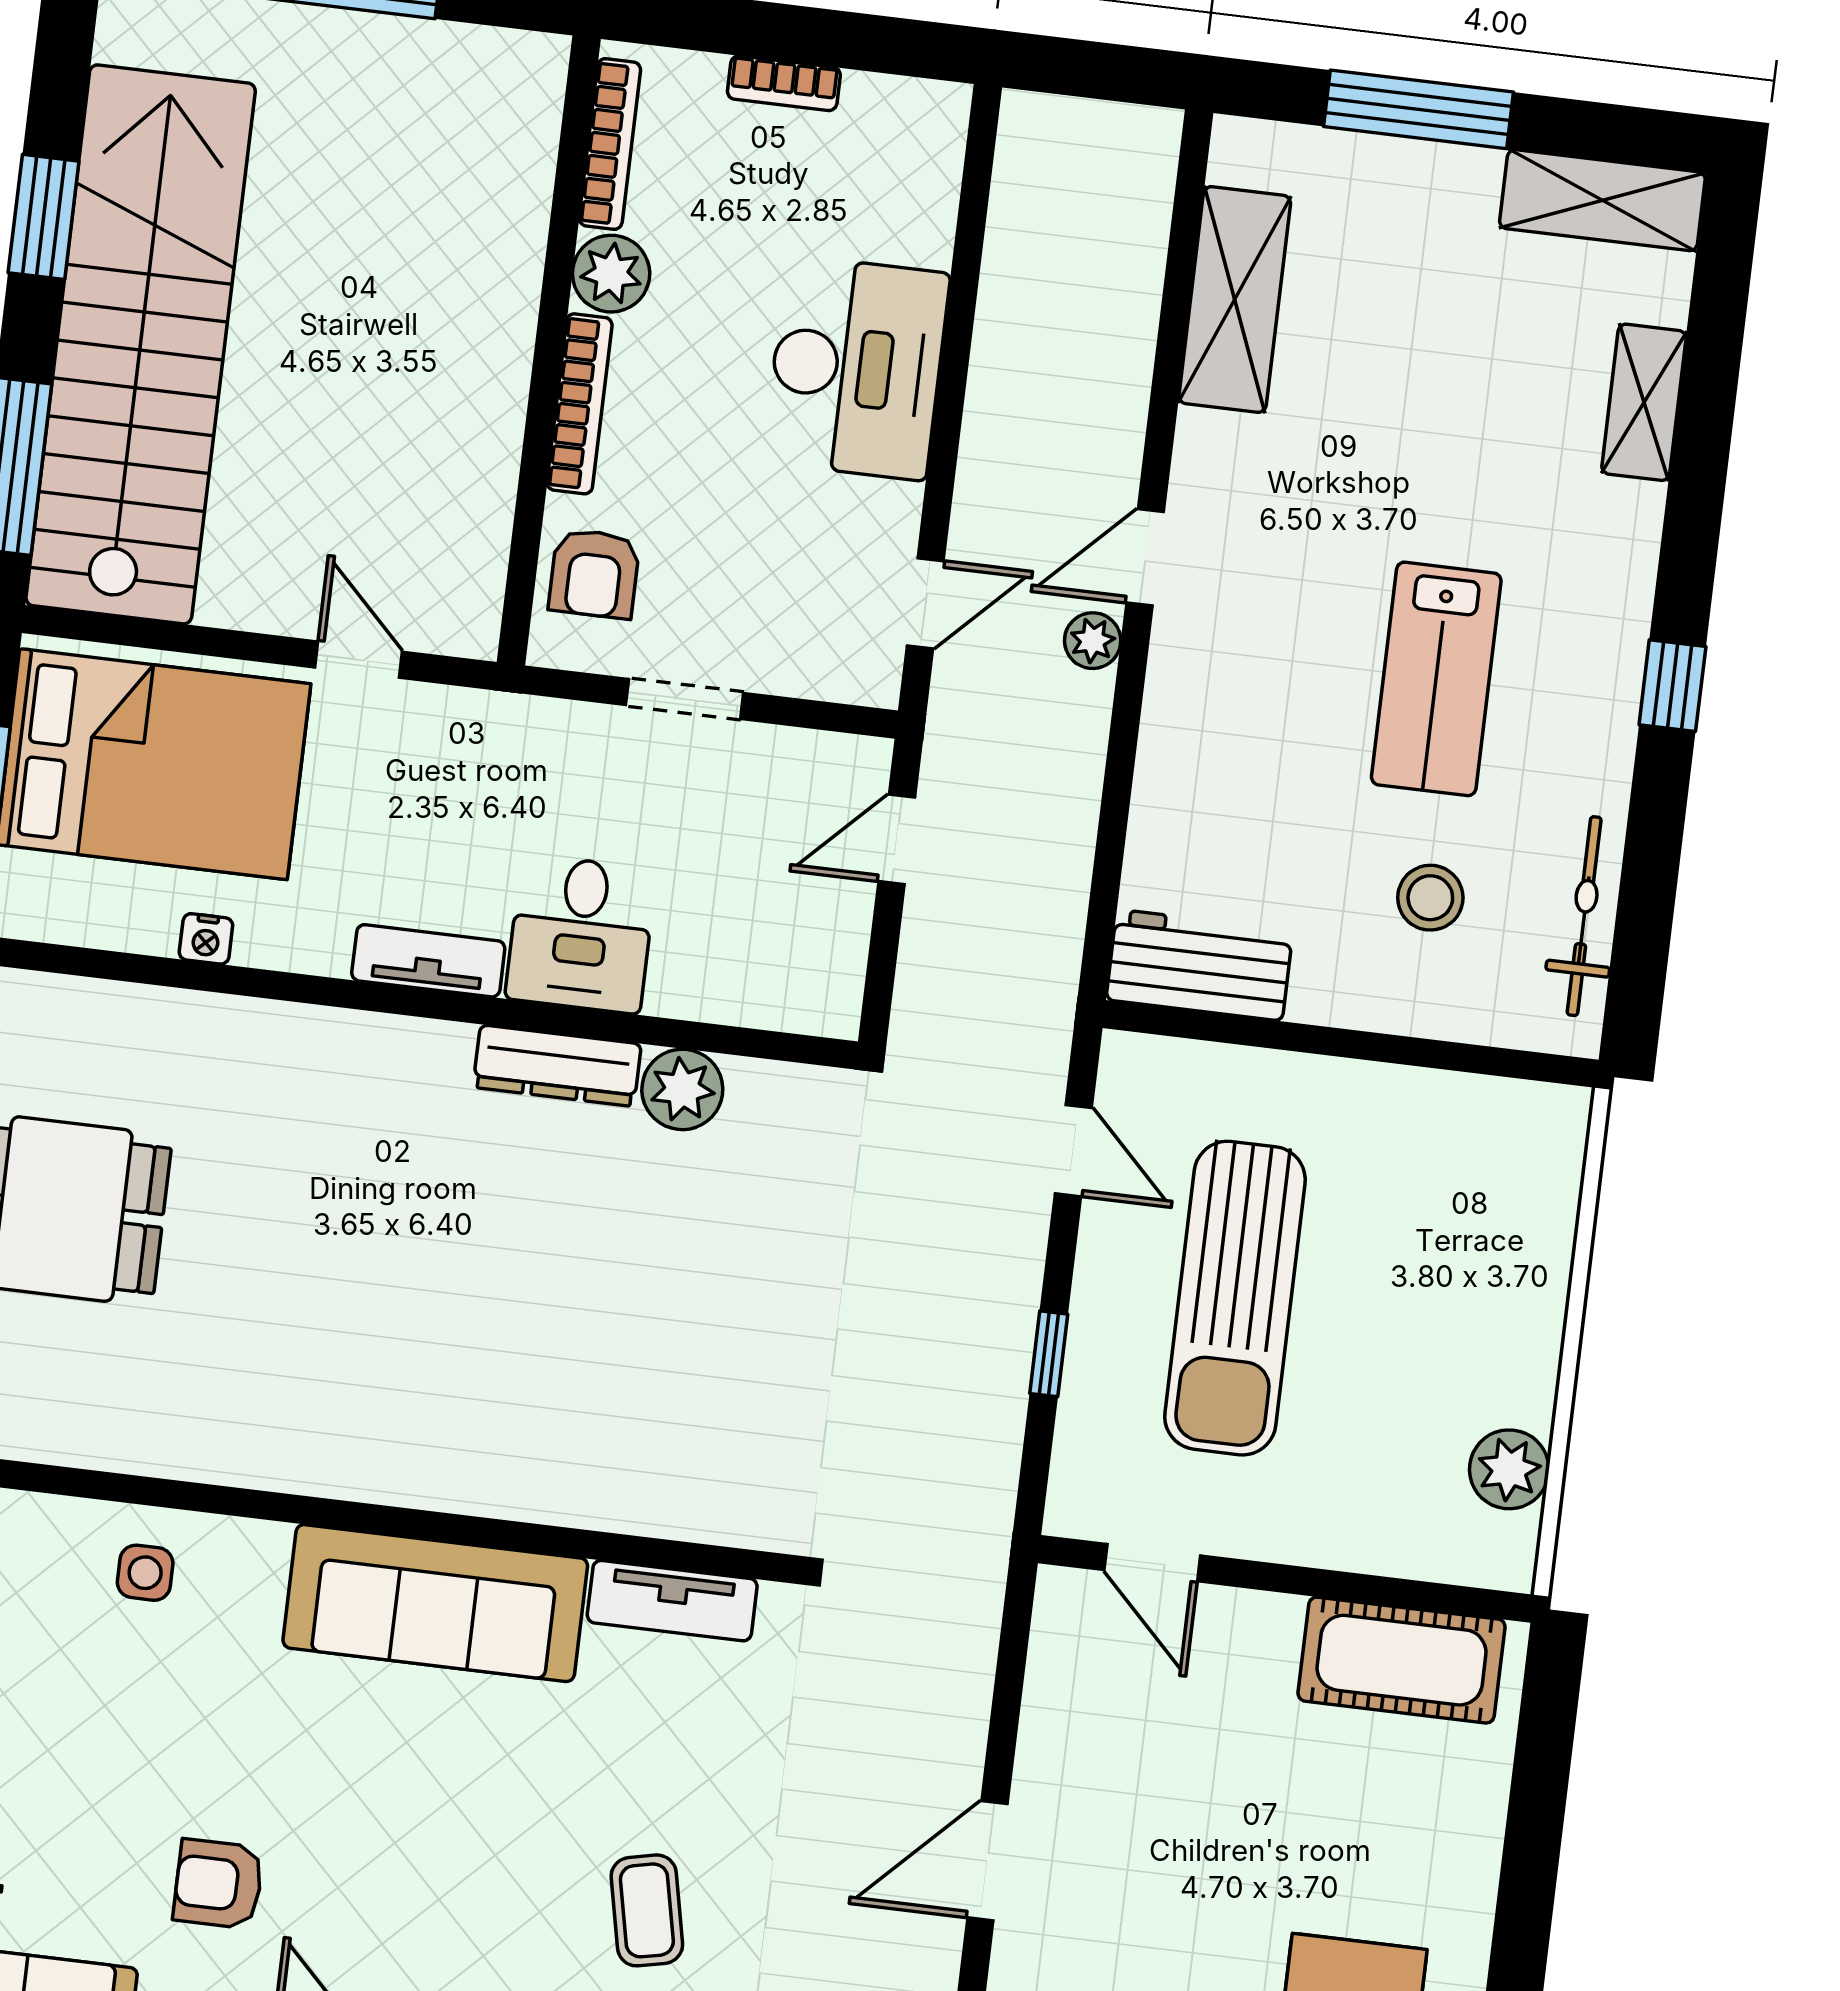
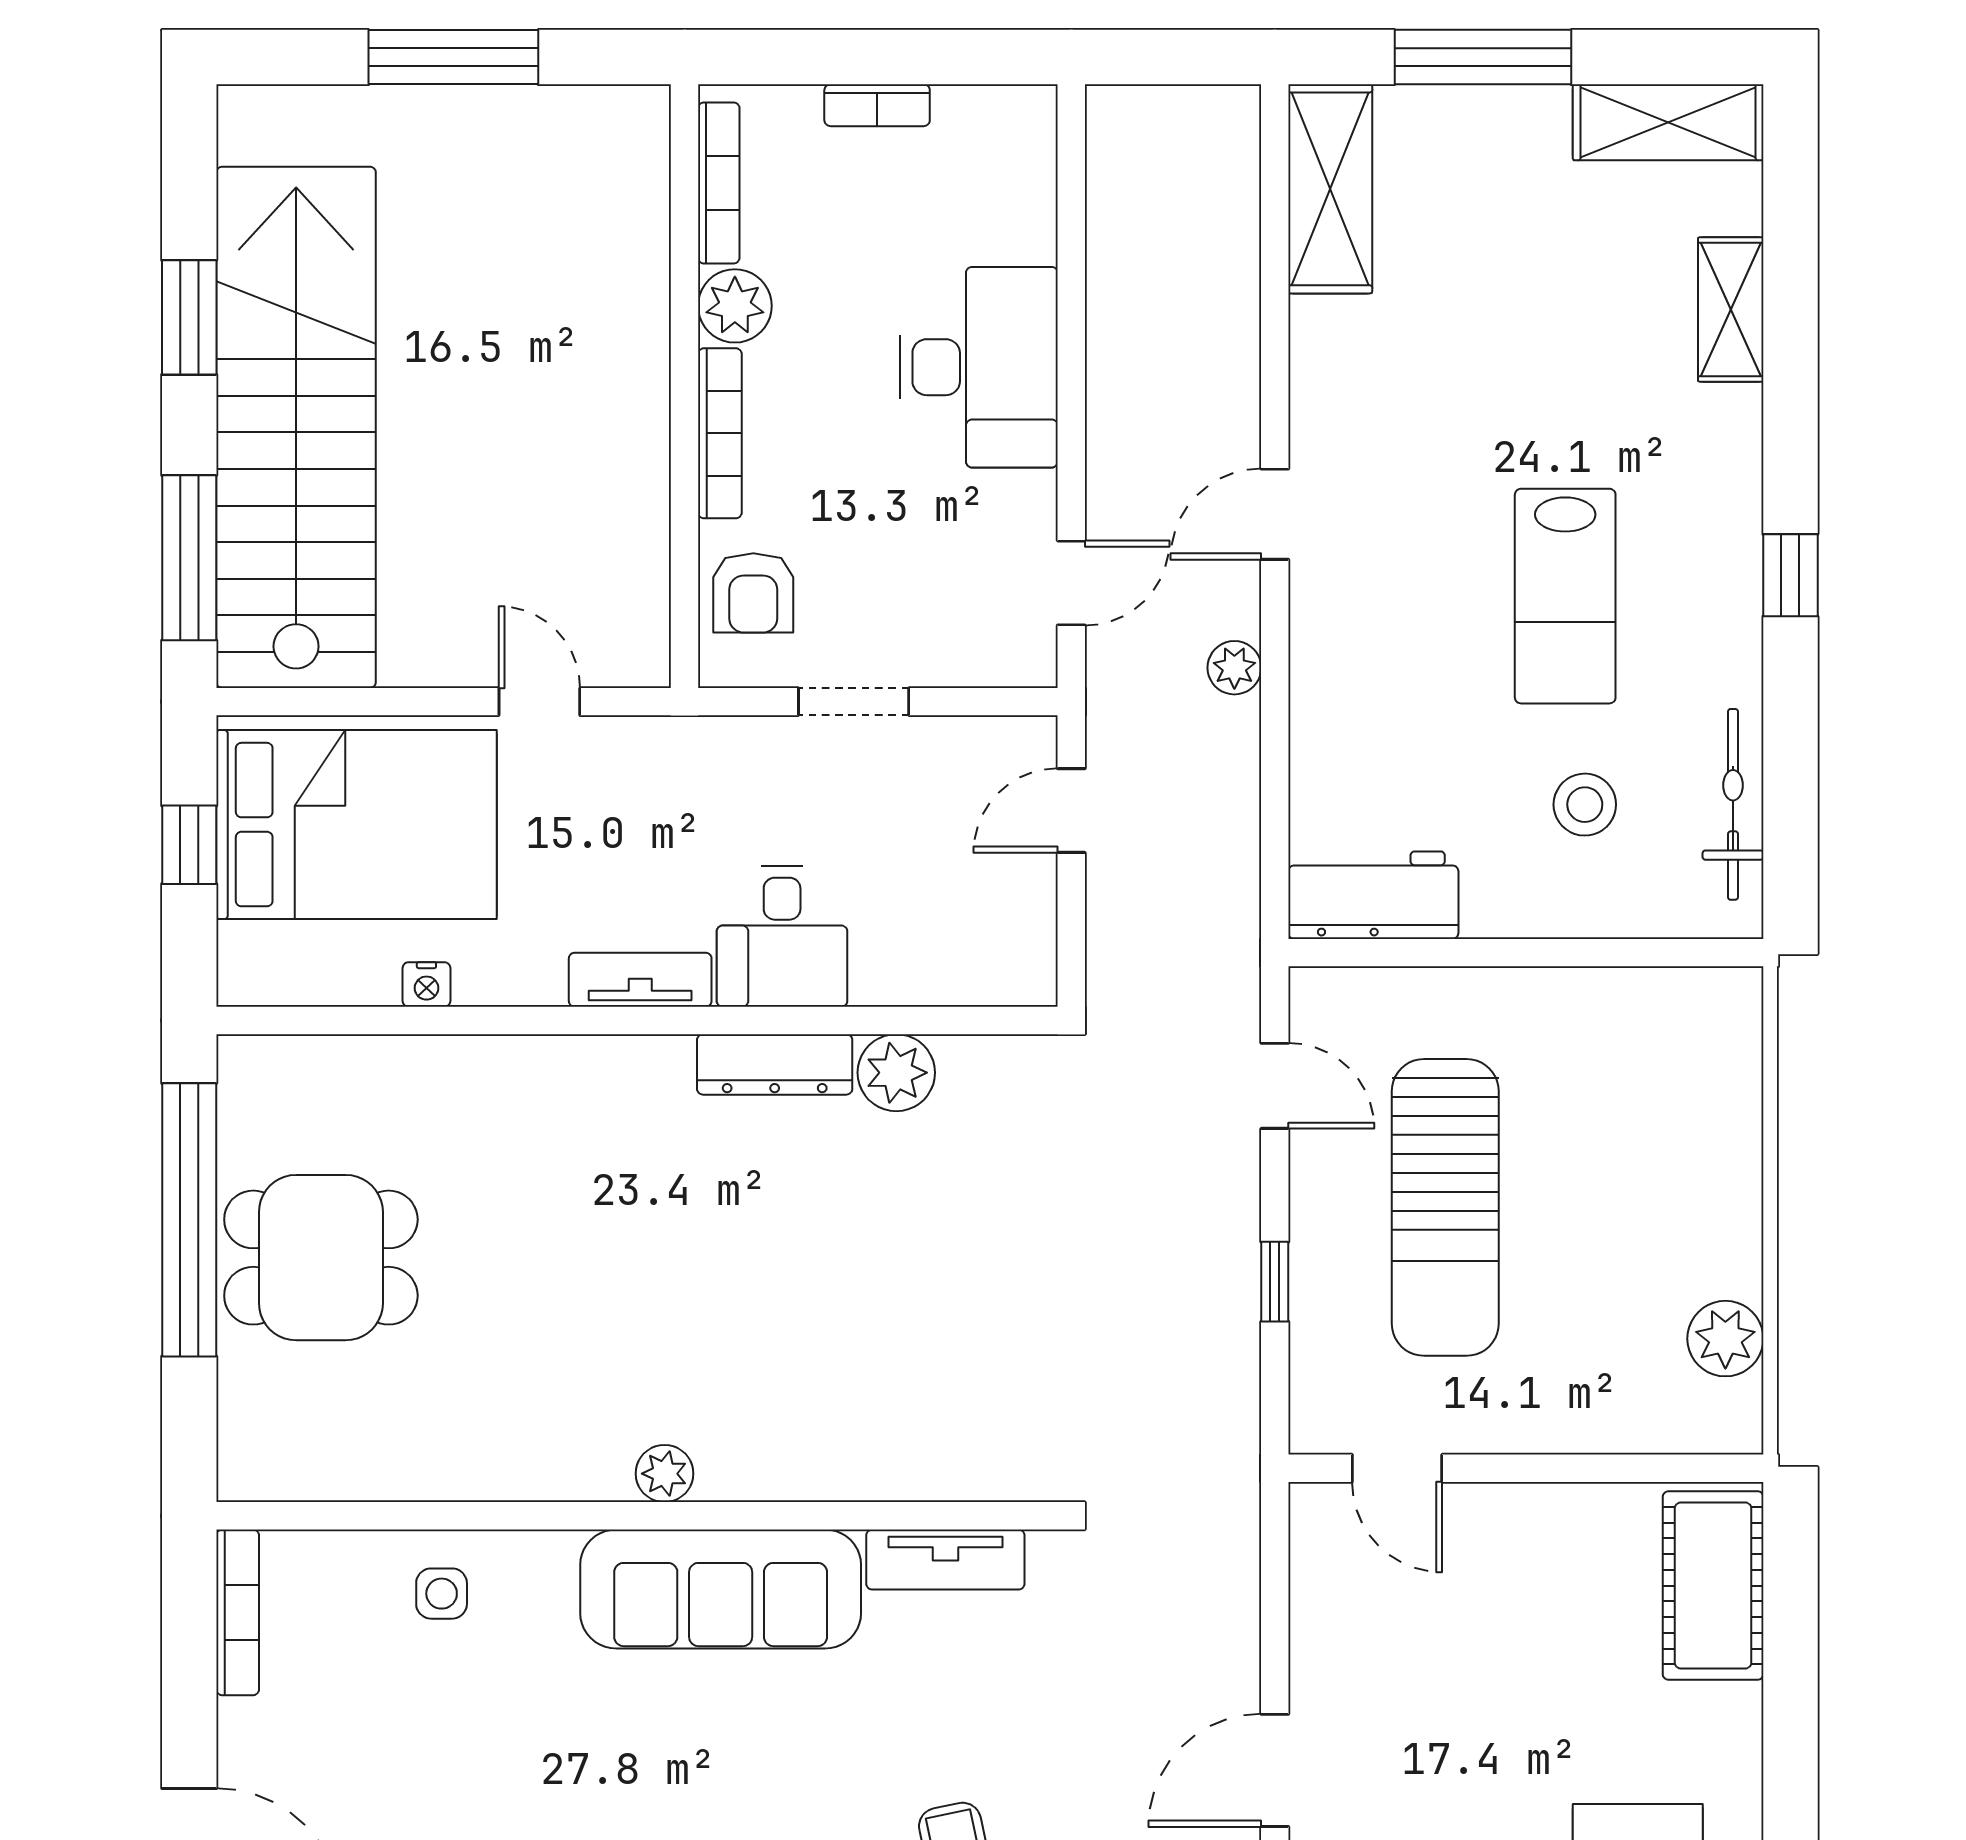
shelving: (1235, 300) -> (1330, 189), moved
plant: (1093, 641) -> (1234, 668), moved
plant: (392, 1476) -> (664, 1474), added
cot: (1402, 1660) -> (1713, 1586), moved, turned 90

